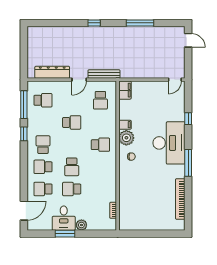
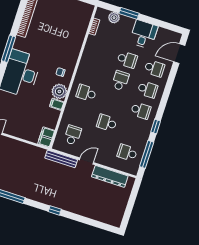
school desk: (43, 145) -> (141, 111), turned -90
plant: (81, 225) -> (114, 18), moved
window: (65, 234) -> (129, 13), moved

